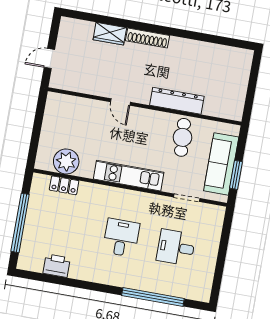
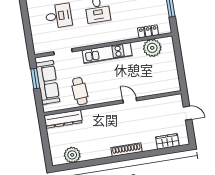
wardrobe: (110, 34) -> (167, 141), moved
plant: (222, 56) -> (72, 155), added
door: (49, 58) -> (188, 113), hinge flipped
dresser: (177, 101) -> (63, 119), moved

